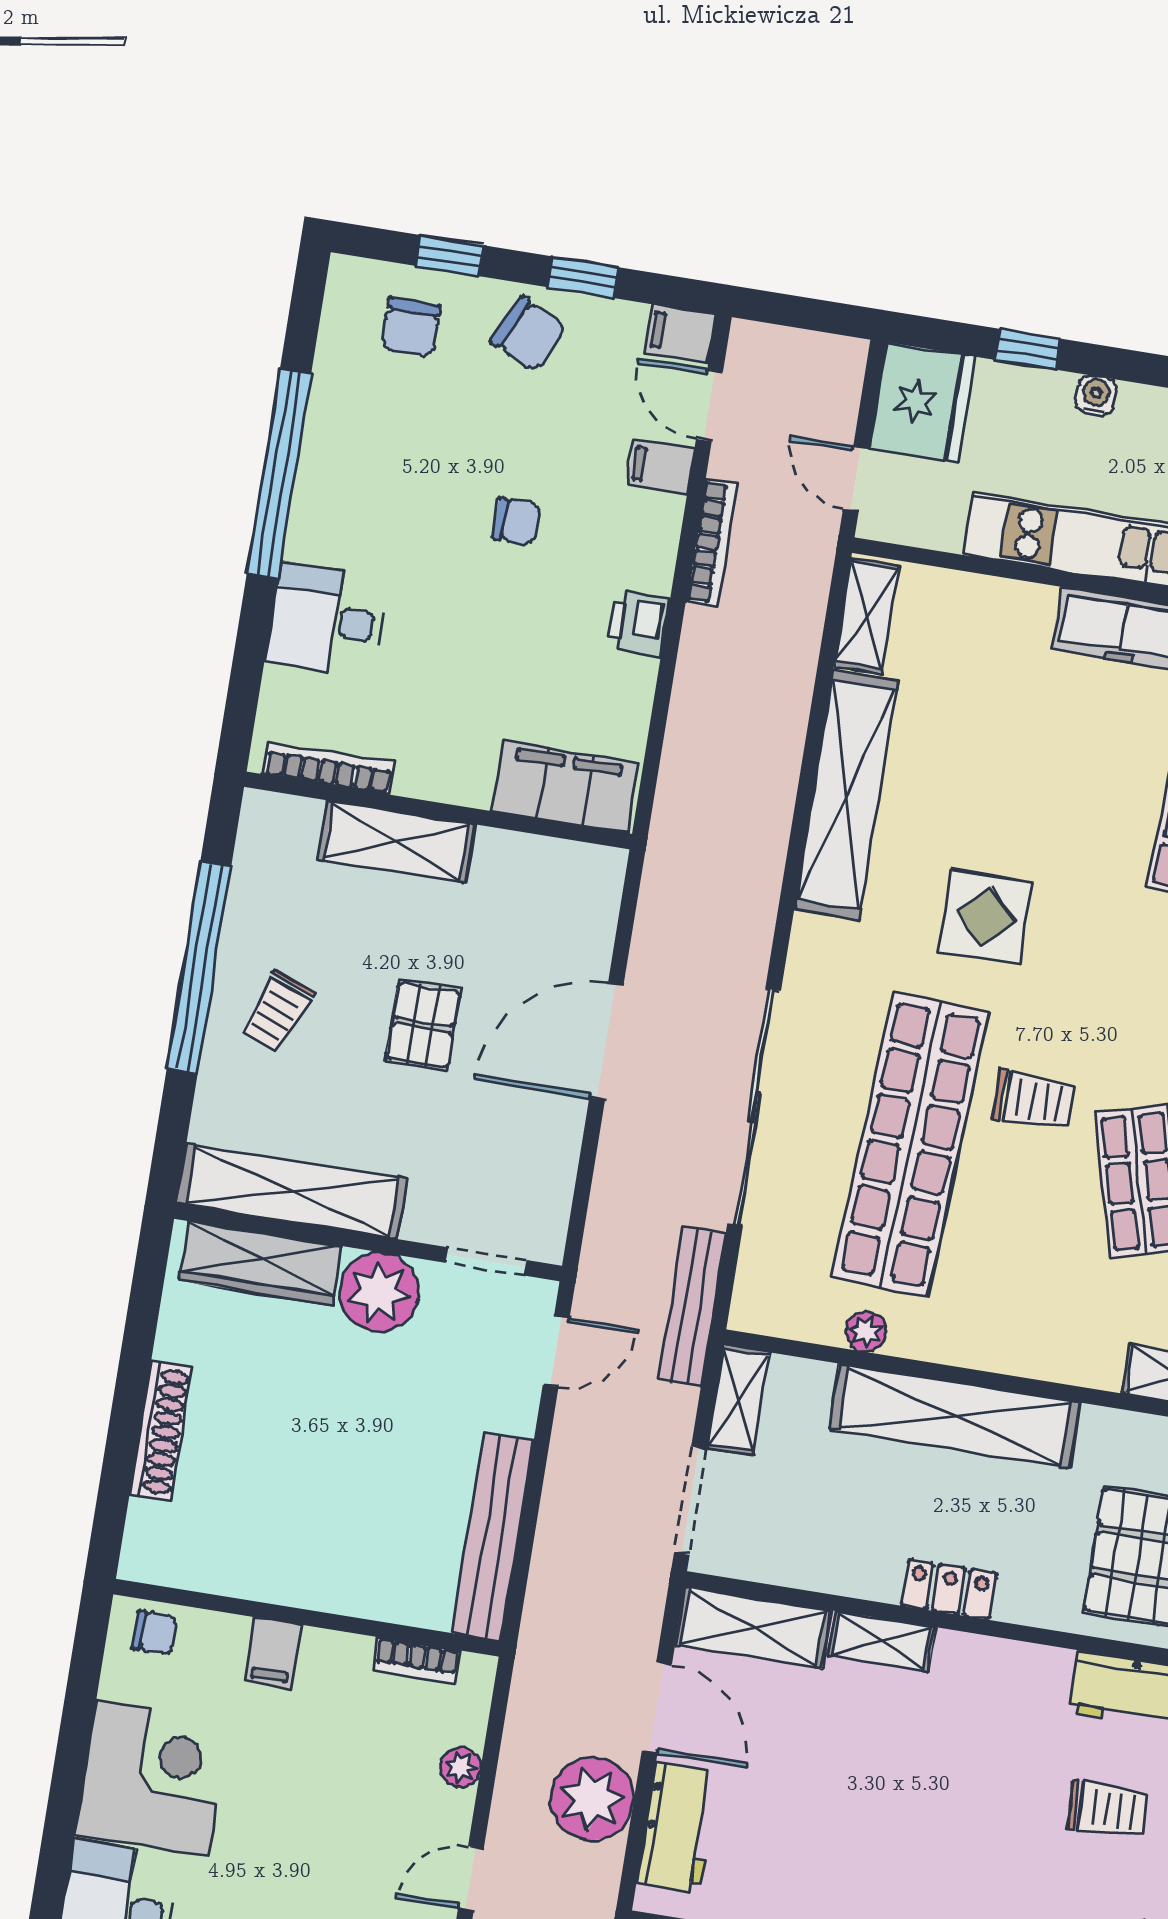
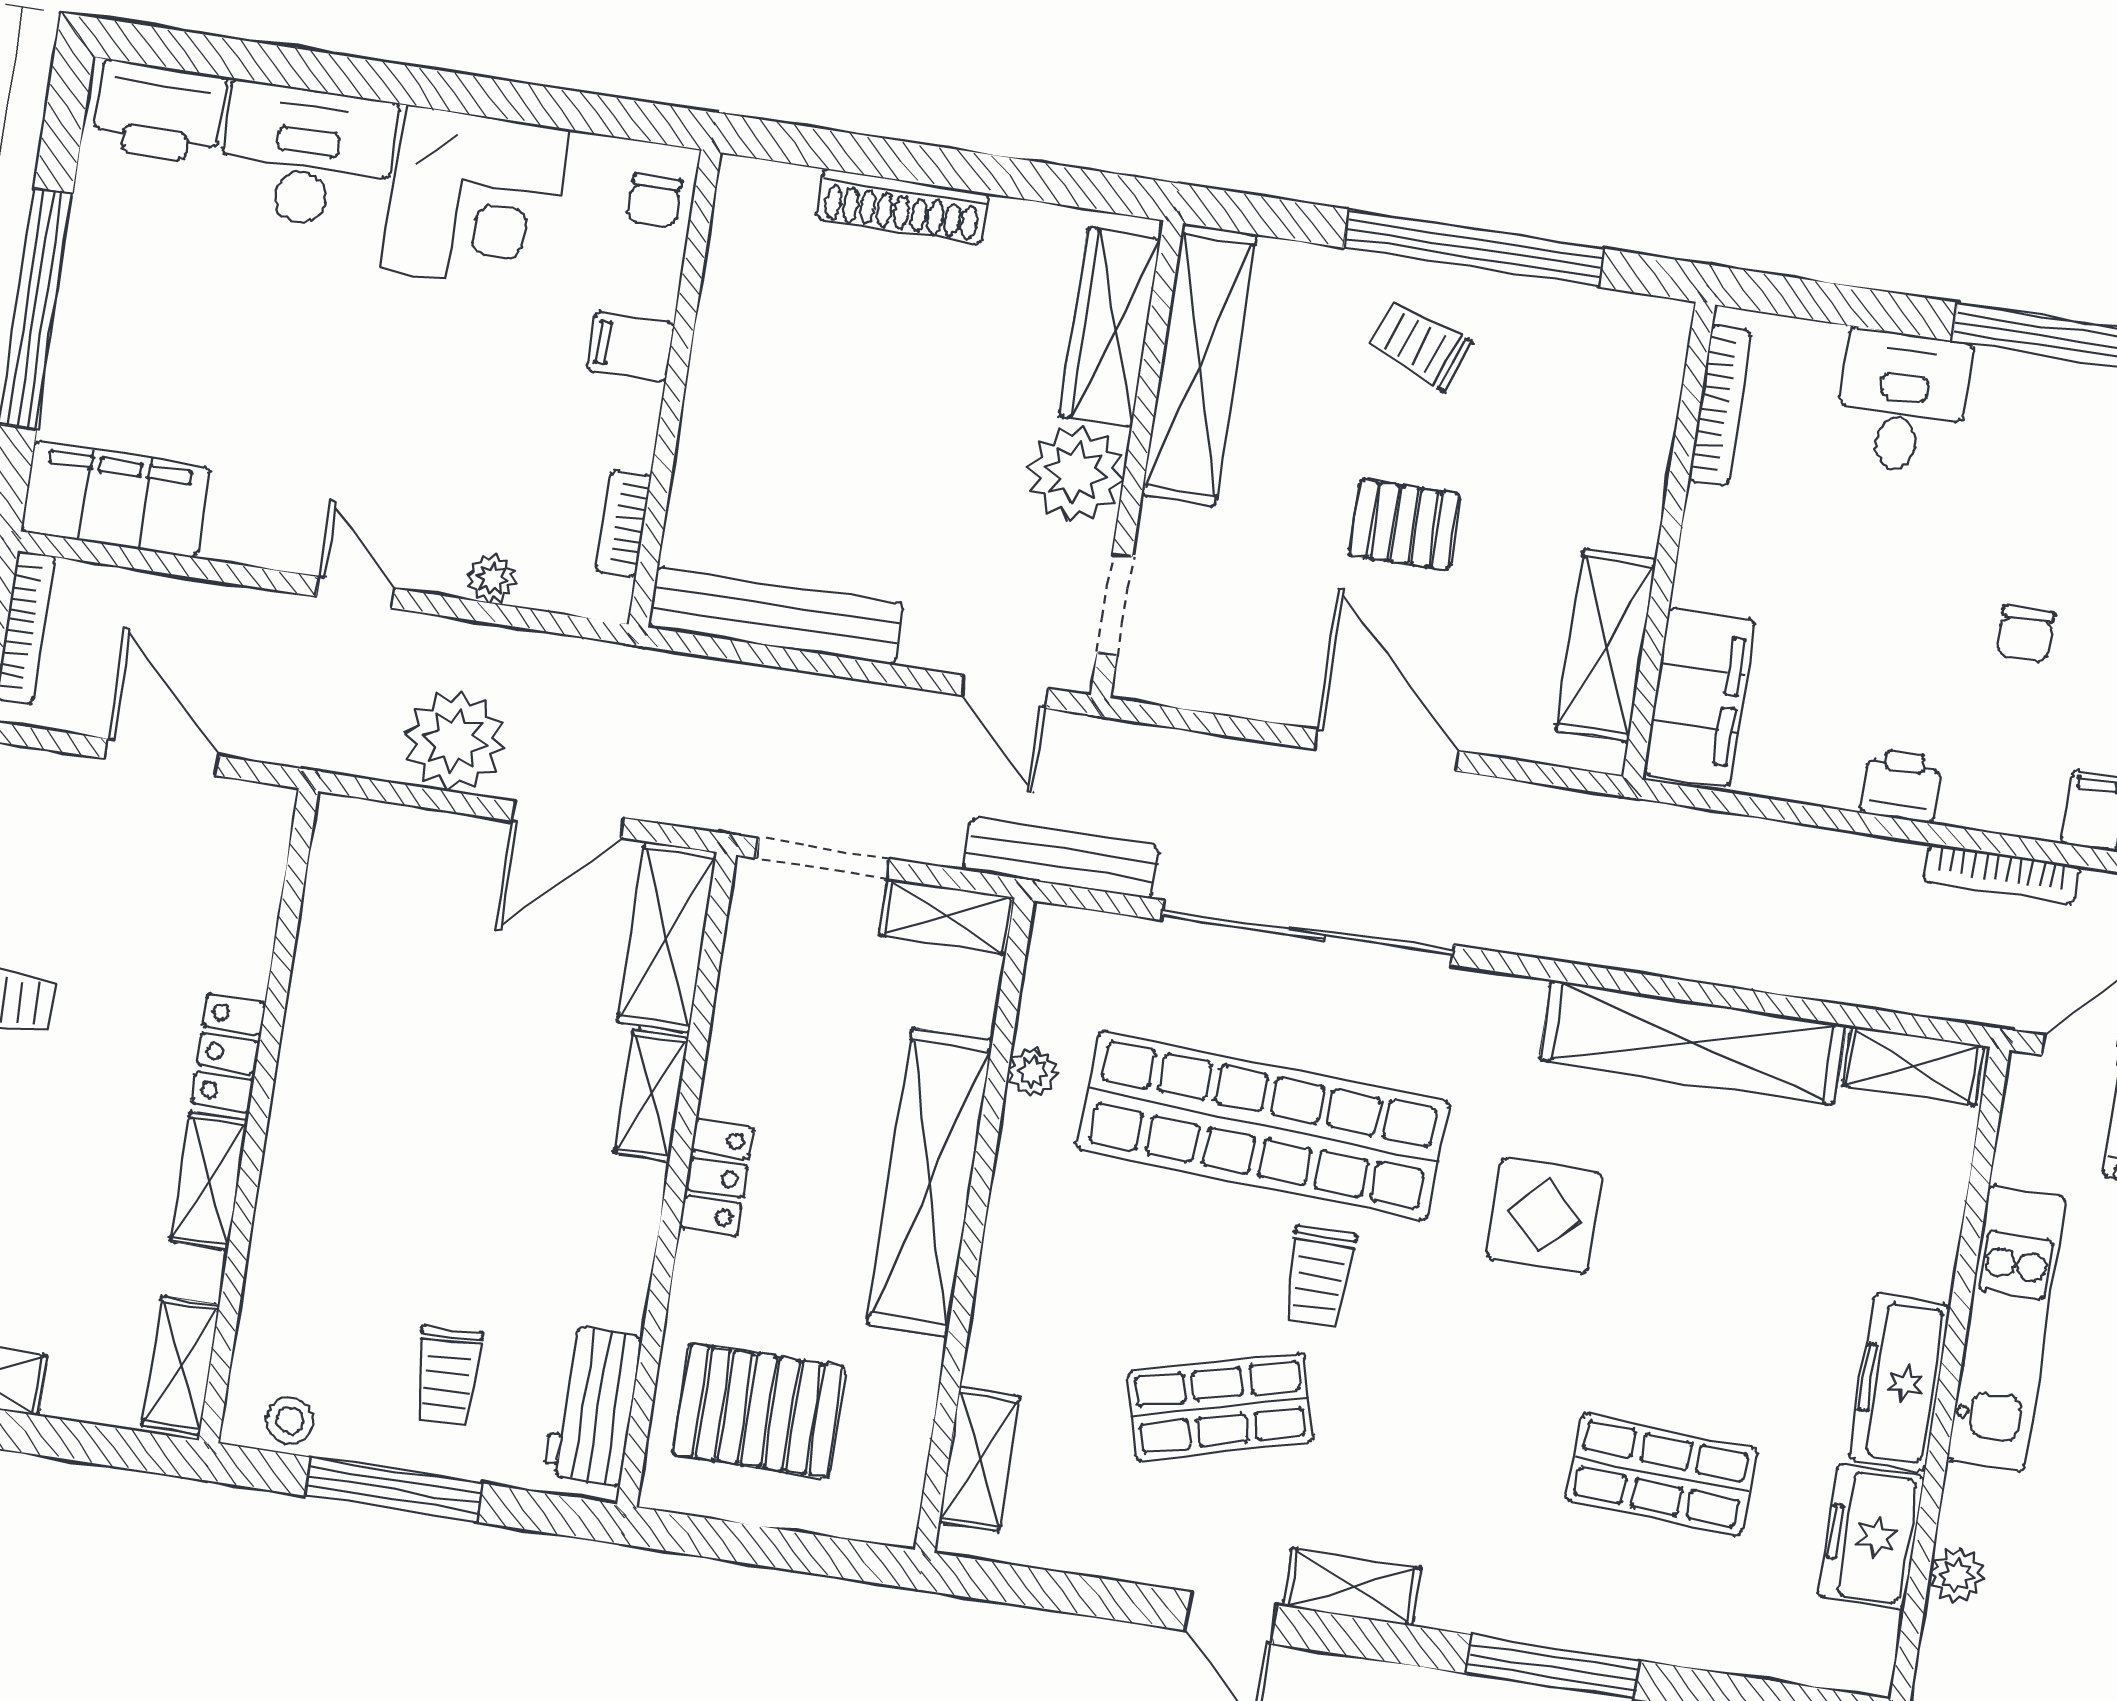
shelving: (396, 842) -> (1606, 645), moved
workbench: (677, 1828) -> (420, 846), removed

